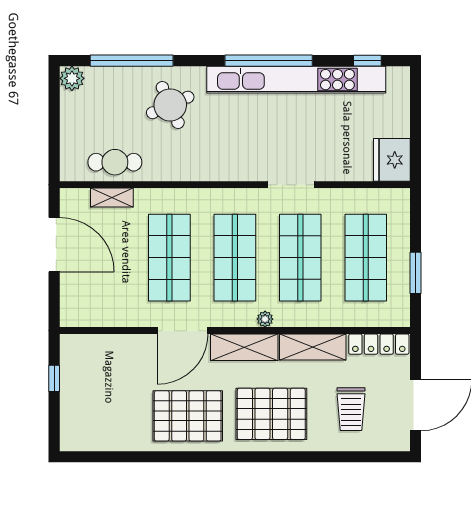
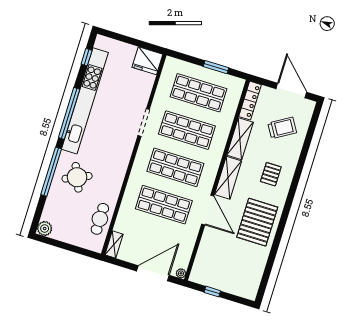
window: (132, 61) -> (51, 172), moved
shelving: (112, 198) -> (114, 244), moved
door: (54, 245) -> (153, 273), moved
plant: (265, 319) -> (181, 273), moved
trolley: (351, 409) -> (282, 128), turned -31
pallet: (271, 414) -> (271, 174), width x0.49, depth x0.50

